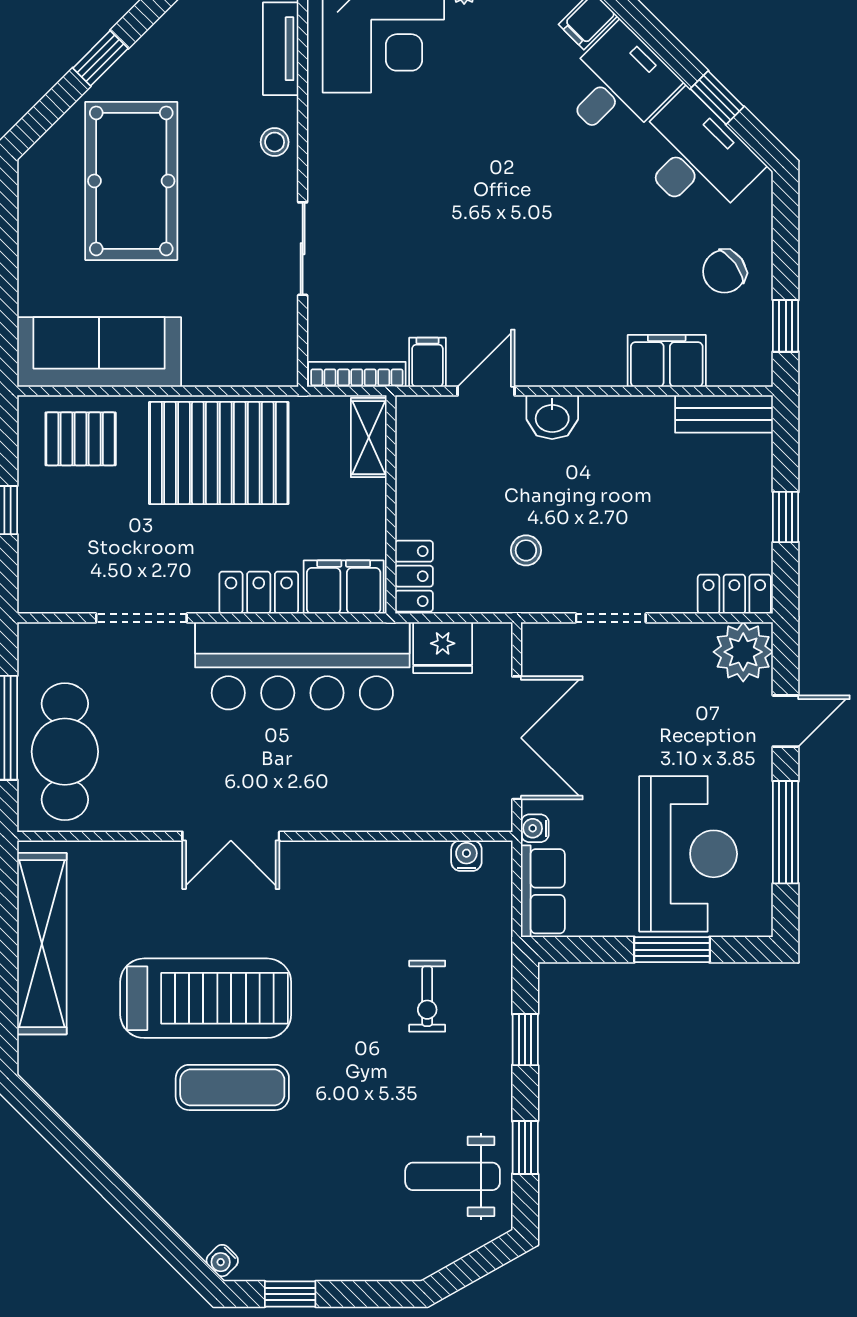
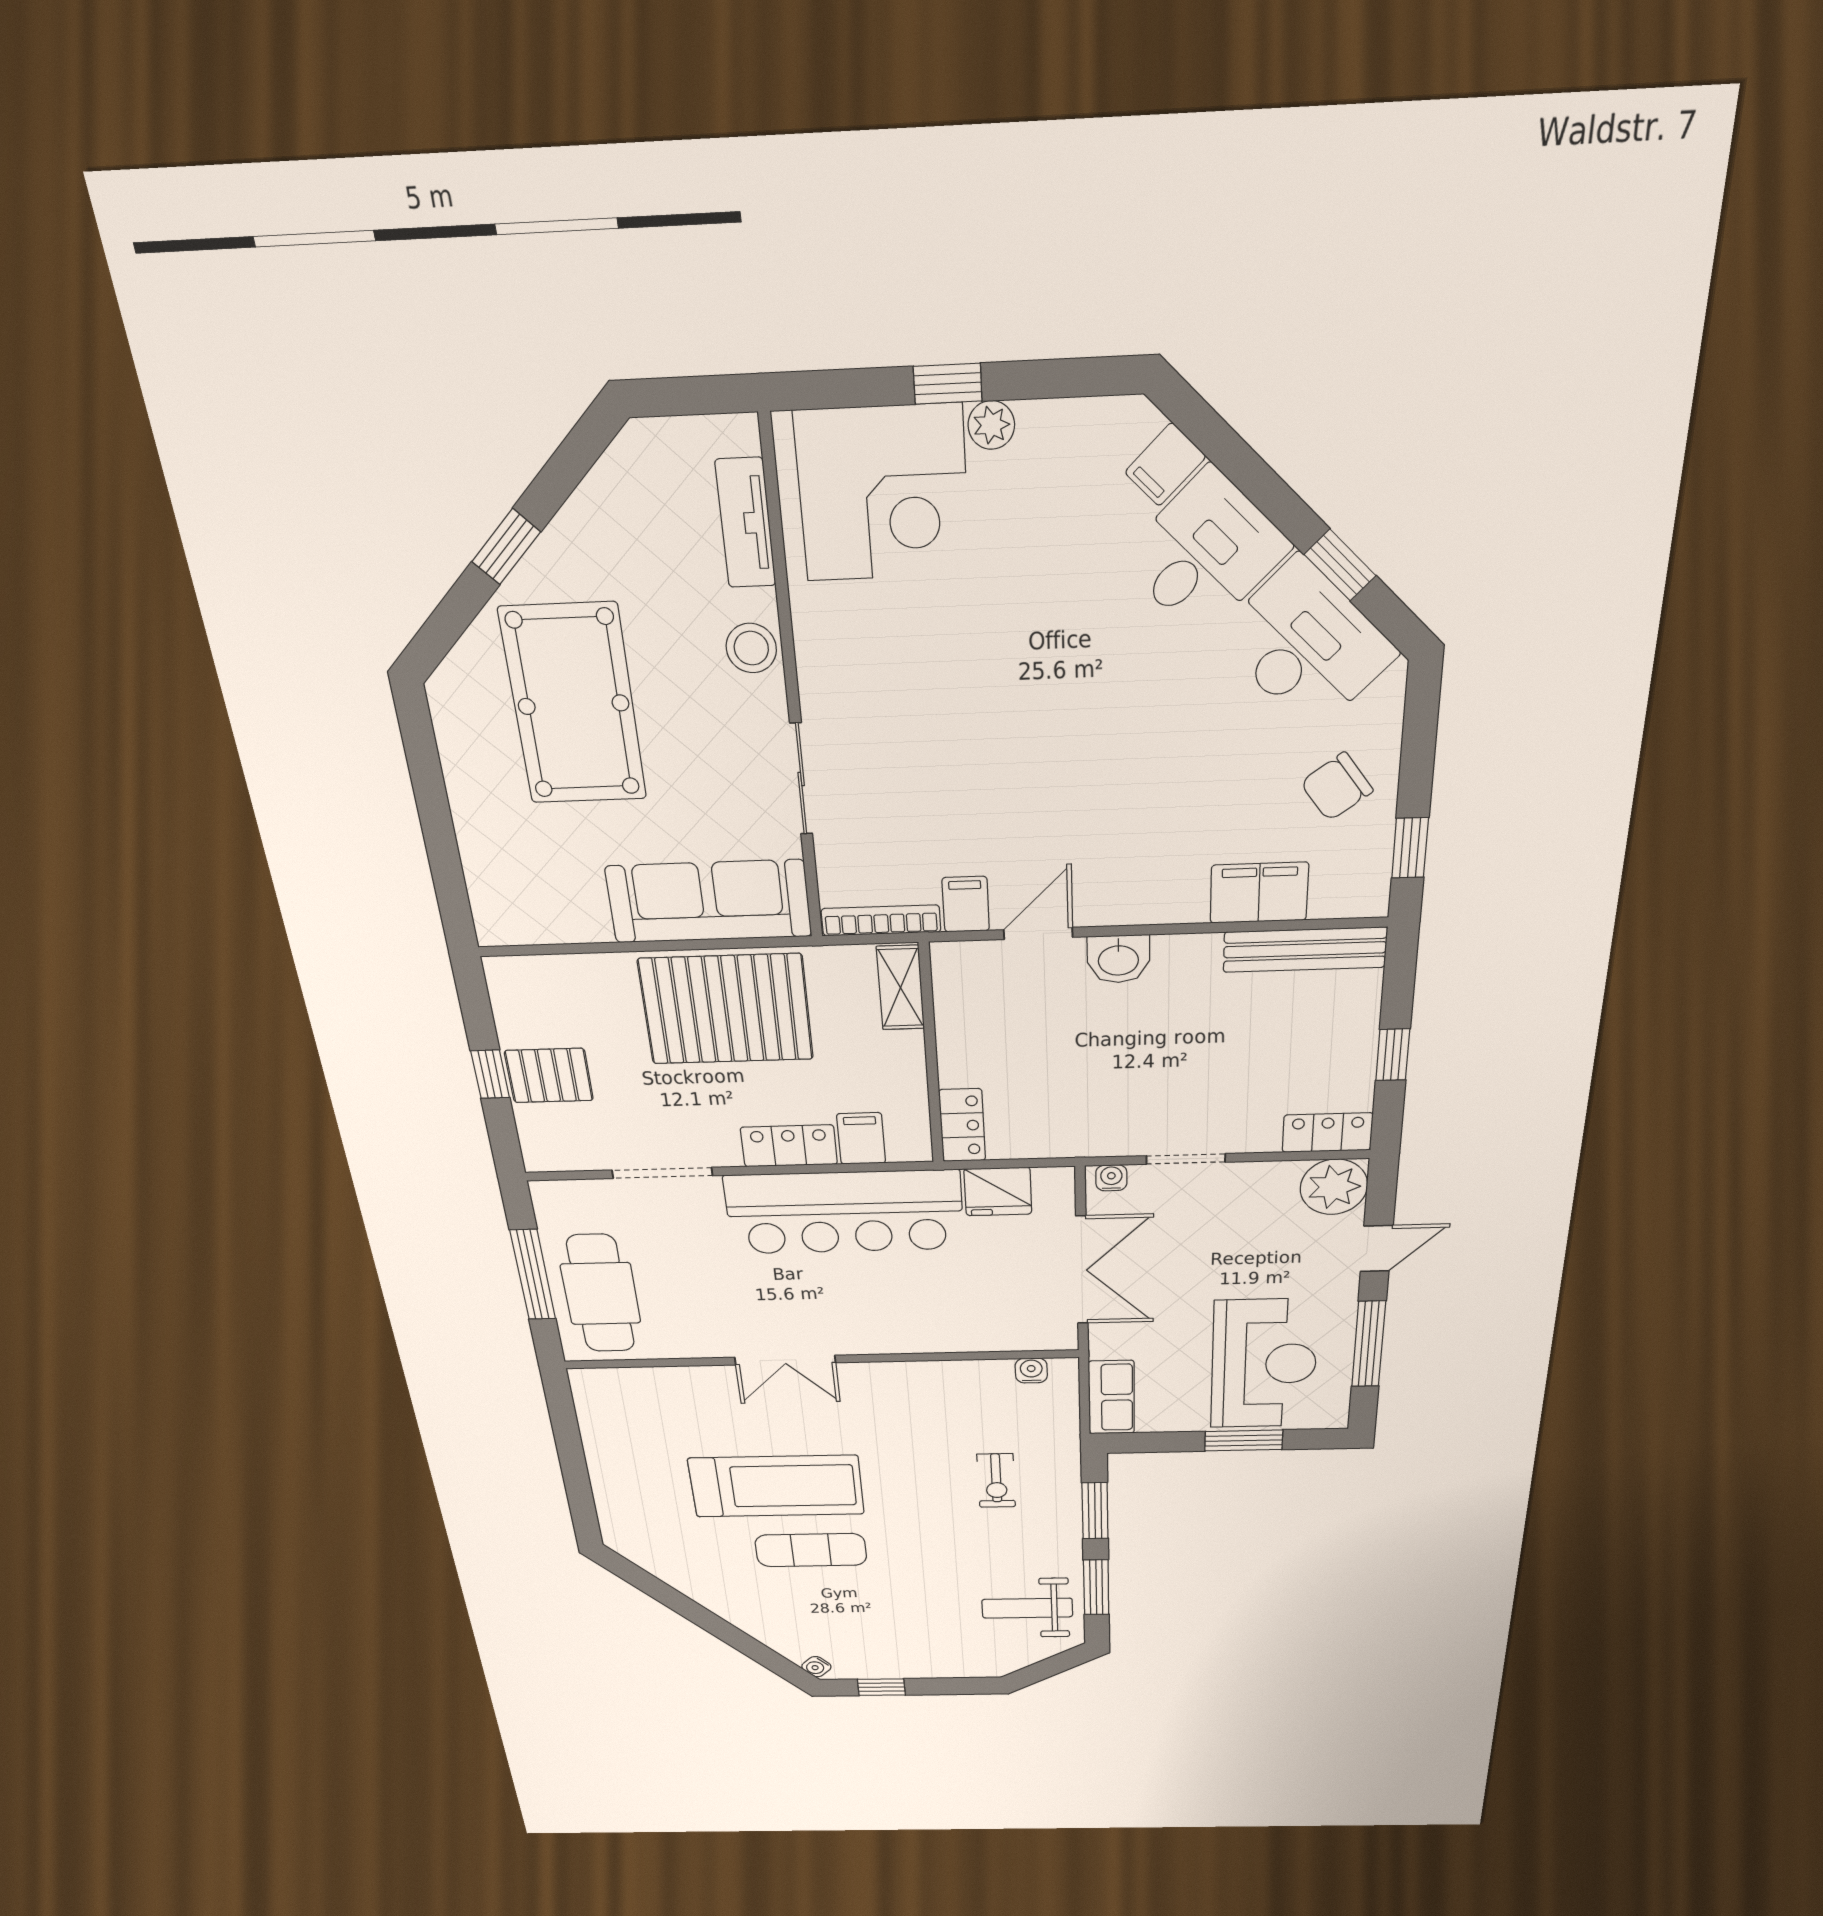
stool: (275, 142) -> (751, 648), width x1.37, depth x1.37
sofa: (99, 352) -> (709, 901), moved
bench: (724, 414) -> (1305, 950), width x1.36
pallet: (81, 439) -> (549, 1076), moved
stool: (526, 550) -> (1089, 1097), removed
filing cabinet: (344, 587) -> (861, 1139), width x0.50
water cooler: (535, 828) -> (1111, 1178), moved, turned 90
shelving: (42, 944) -> (607, 1448), removed
window: (525, 1040) -> (1095, 1511), width x1.50
window: (525, 1147) -> (1096, 1587), width x1.50

